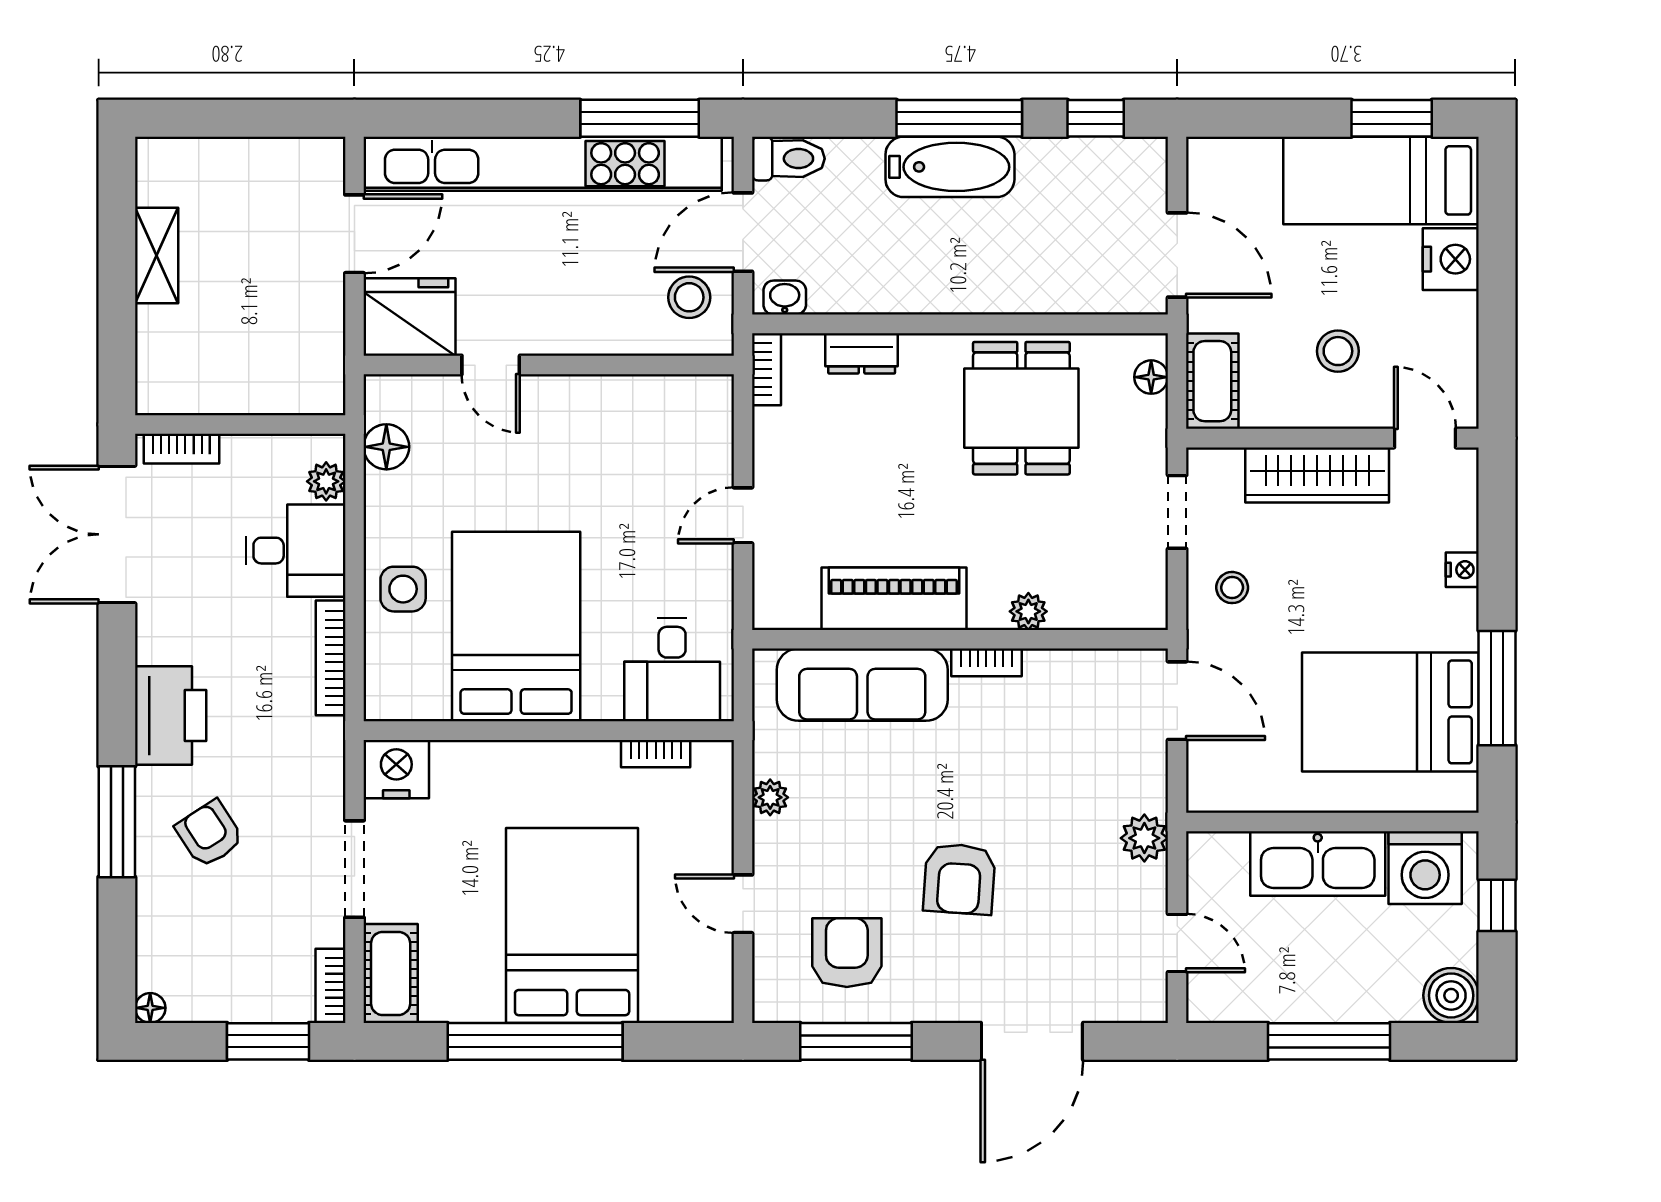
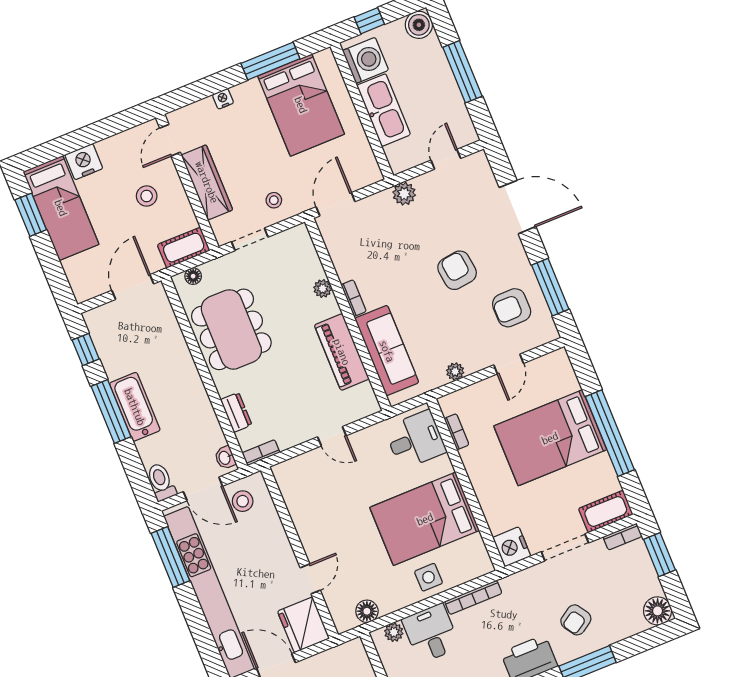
dining table: (1021, 408) -> (231, 329), width x1.38
armchair: (959, 879) -> (457, 270), turned -101
floor lamp: (150, 1008) -> (658, 611), width x1.89, depth x1.89

